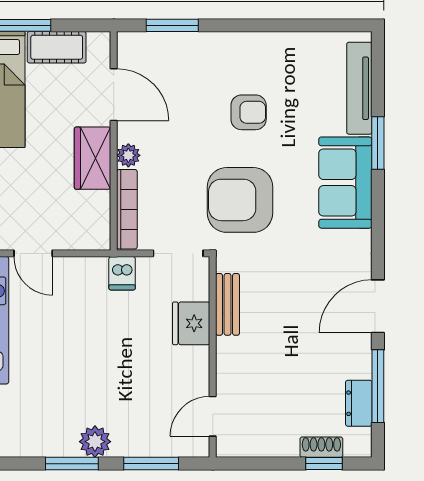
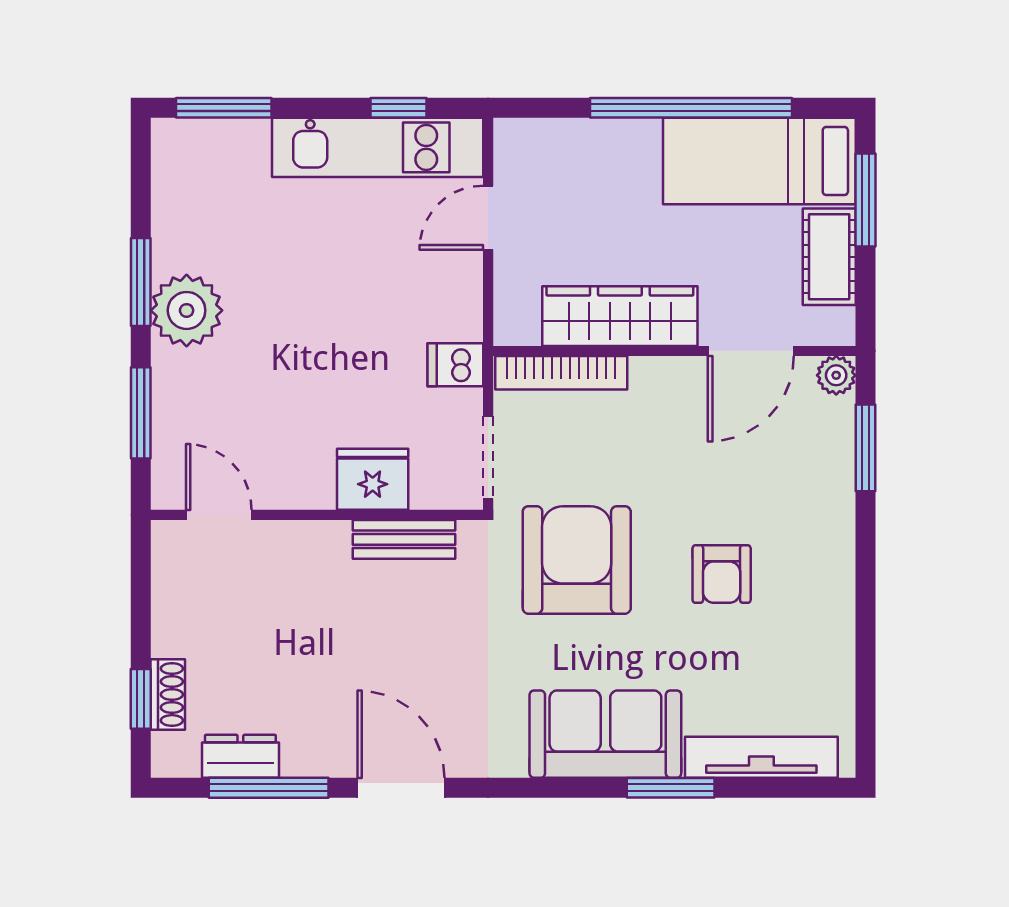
plant: (128, 155) -> (836, 375), moved
wardrobe: (93, 158) -> (620, 316), width x1.50
plant: (95, 442) -> (187, 310), width x1.36, depth x1.36

